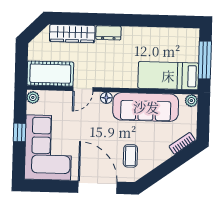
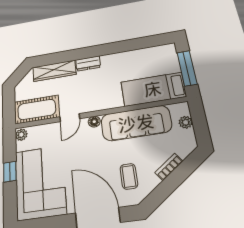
plant: (191, 101) -> (186, 122), moved
bookcase: (182, 143) -> (169, 167), moved

